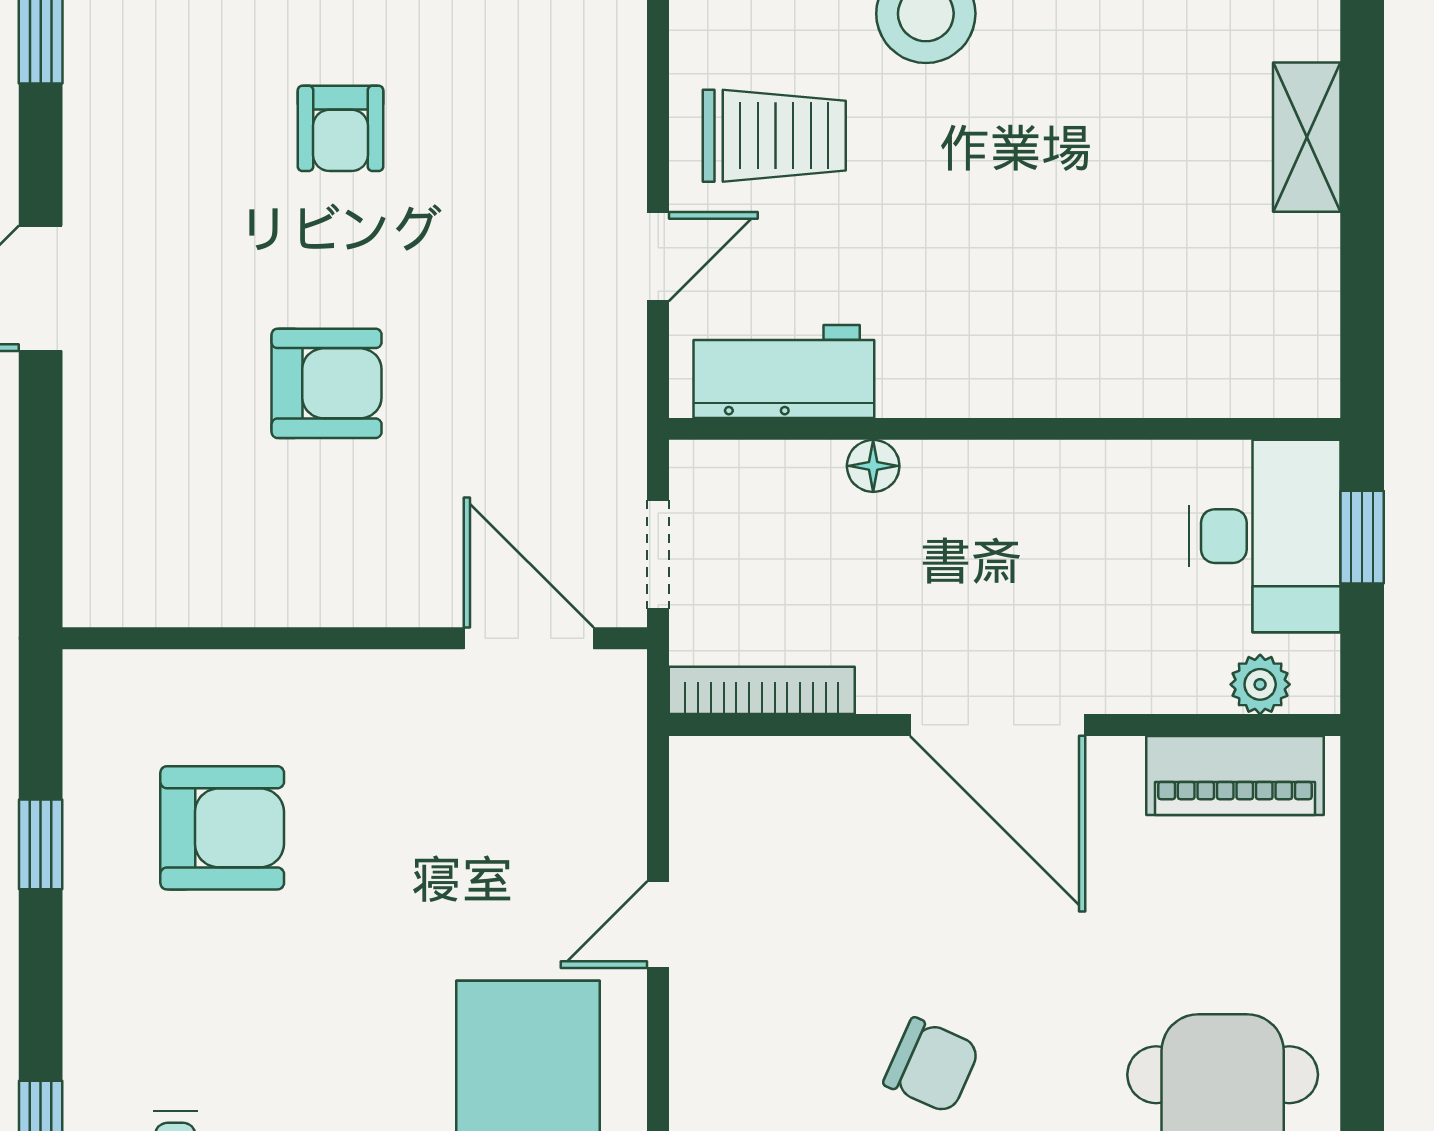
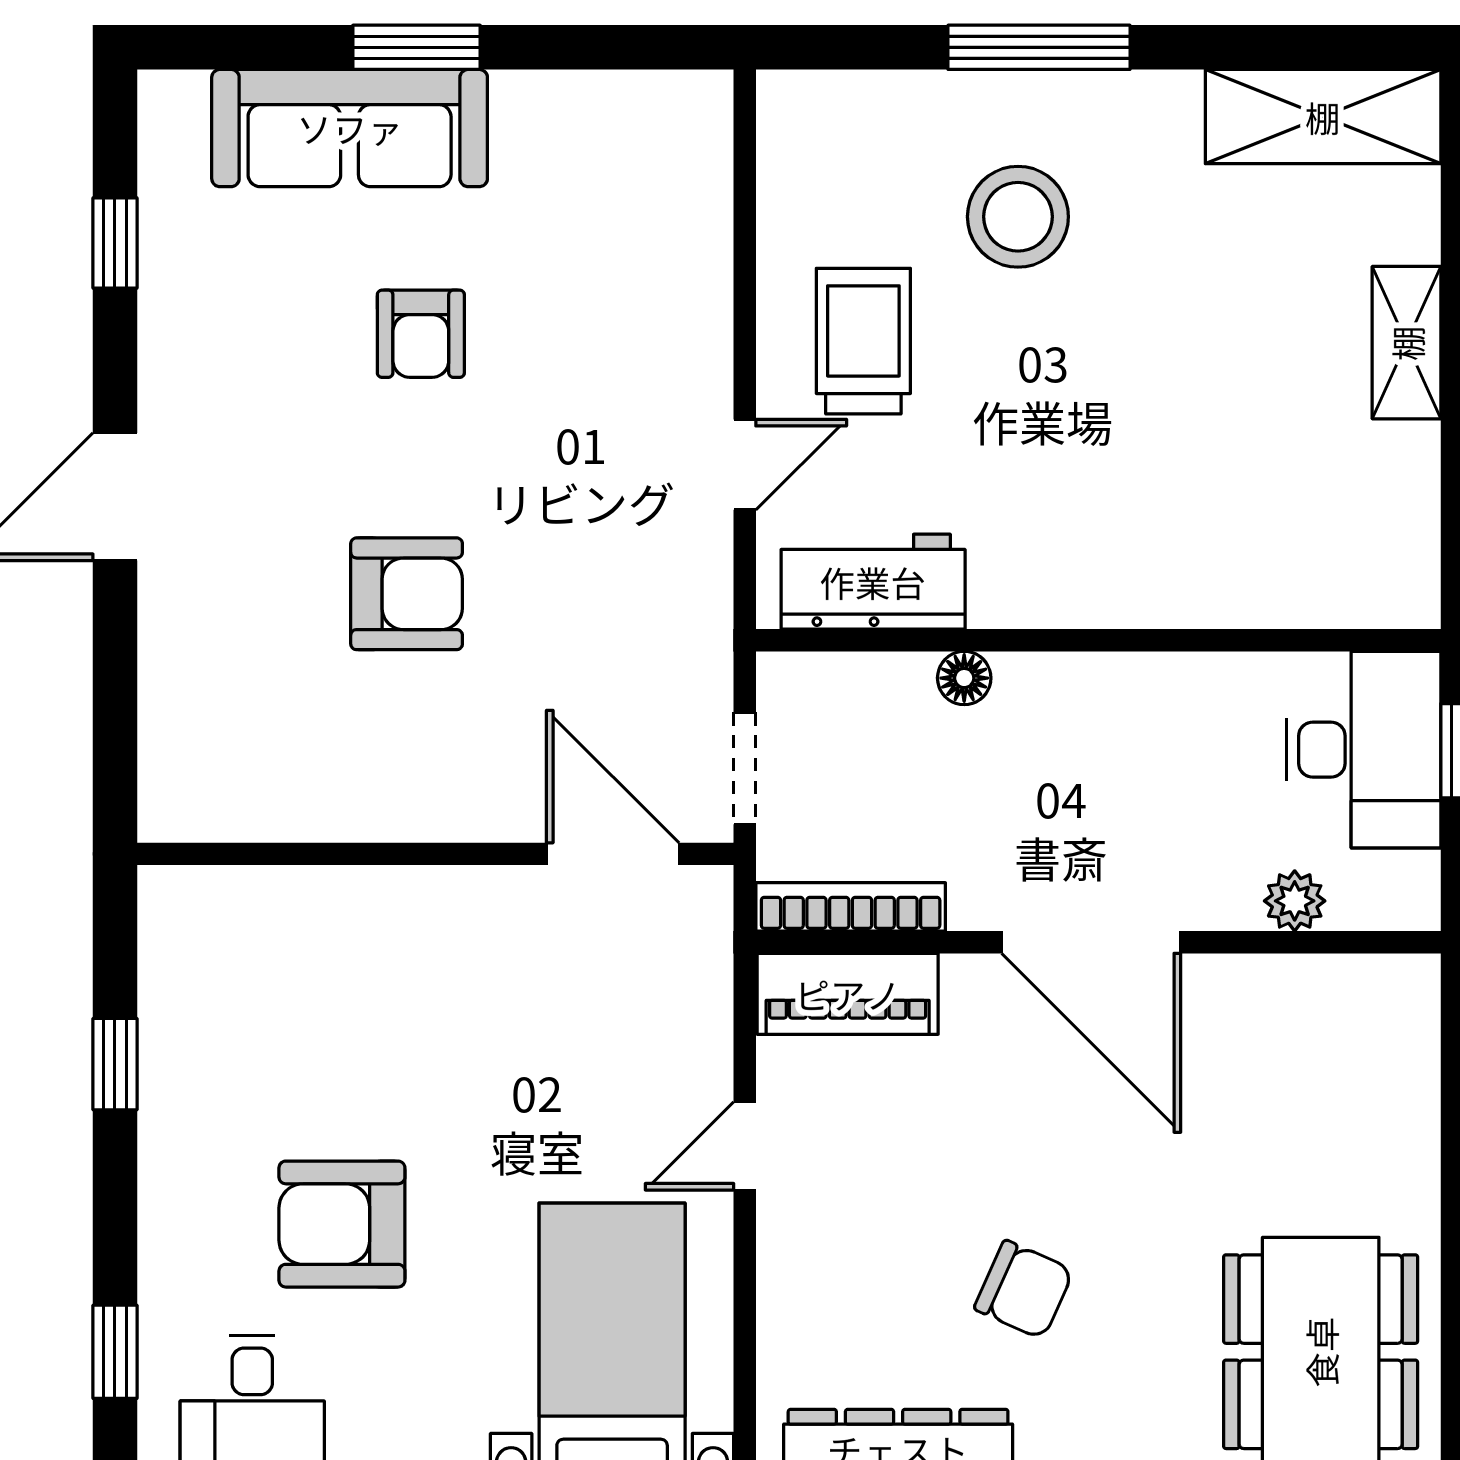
trolley: (774, 136) -> (863, 341), turned -90
plant: (1260, 684) -> (1295, 901), moved
piano: (1235, 775) -> (848, 994), moved
armchair: (222, 828) -> (342, 1224), moved, turned 180

